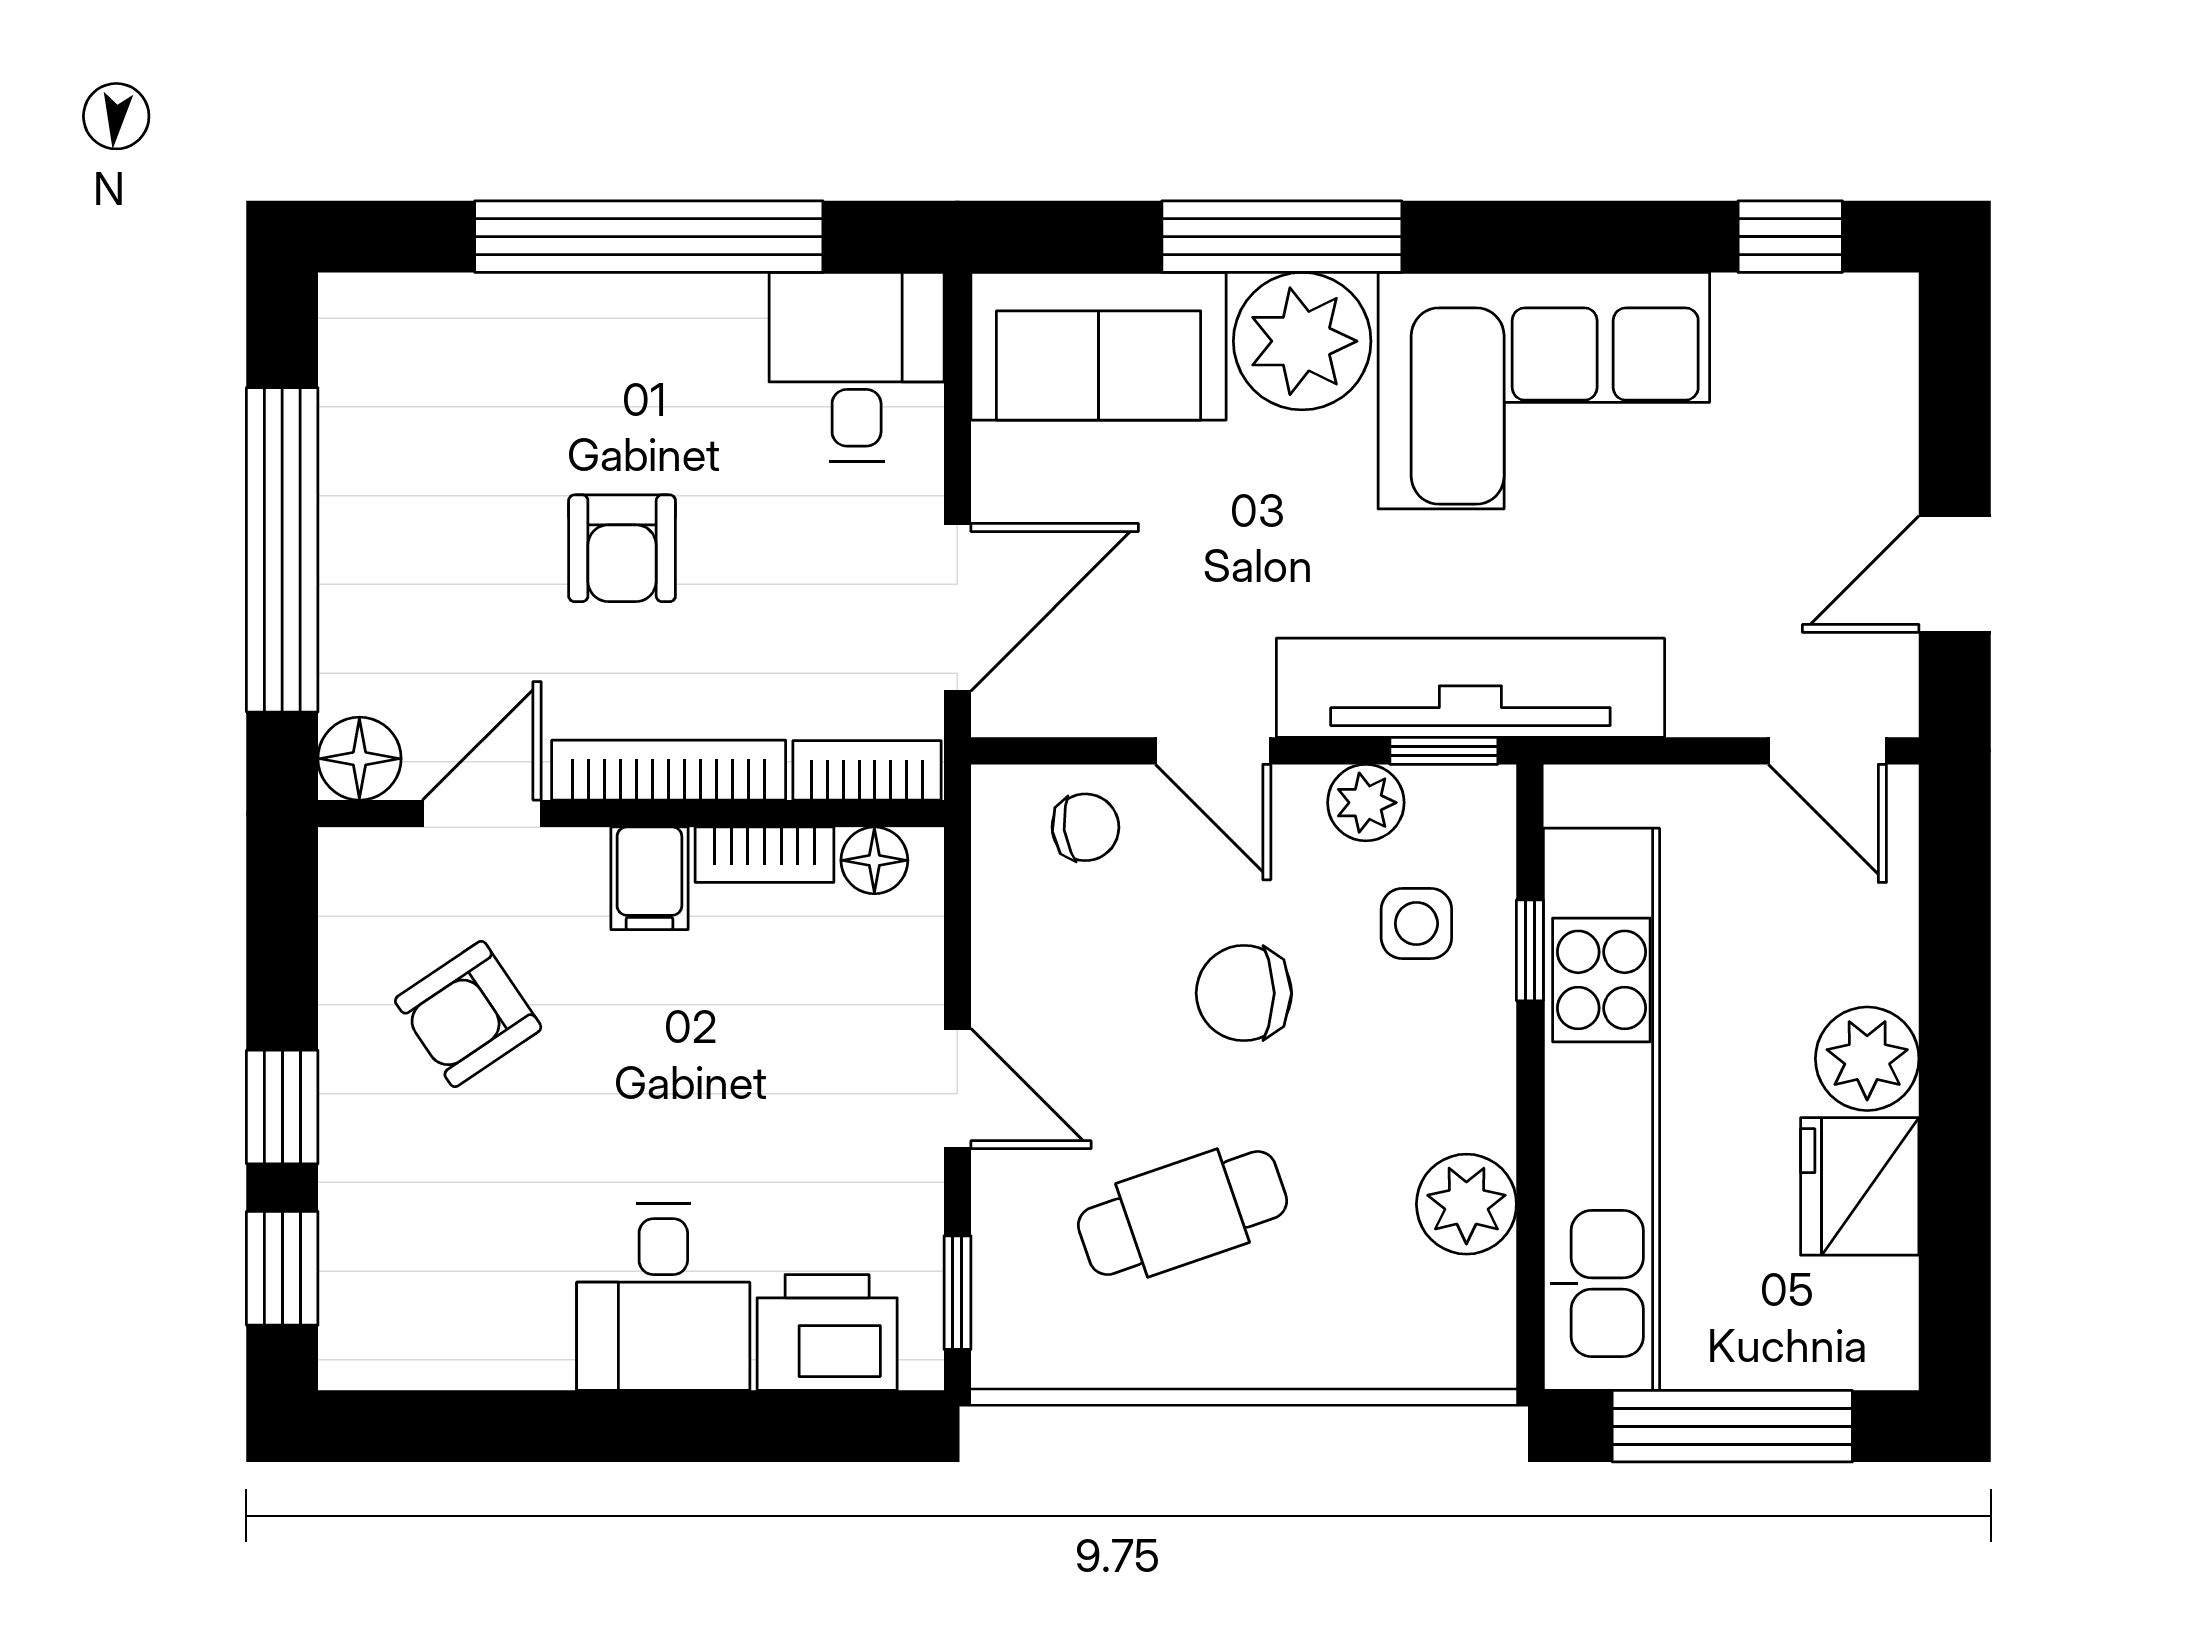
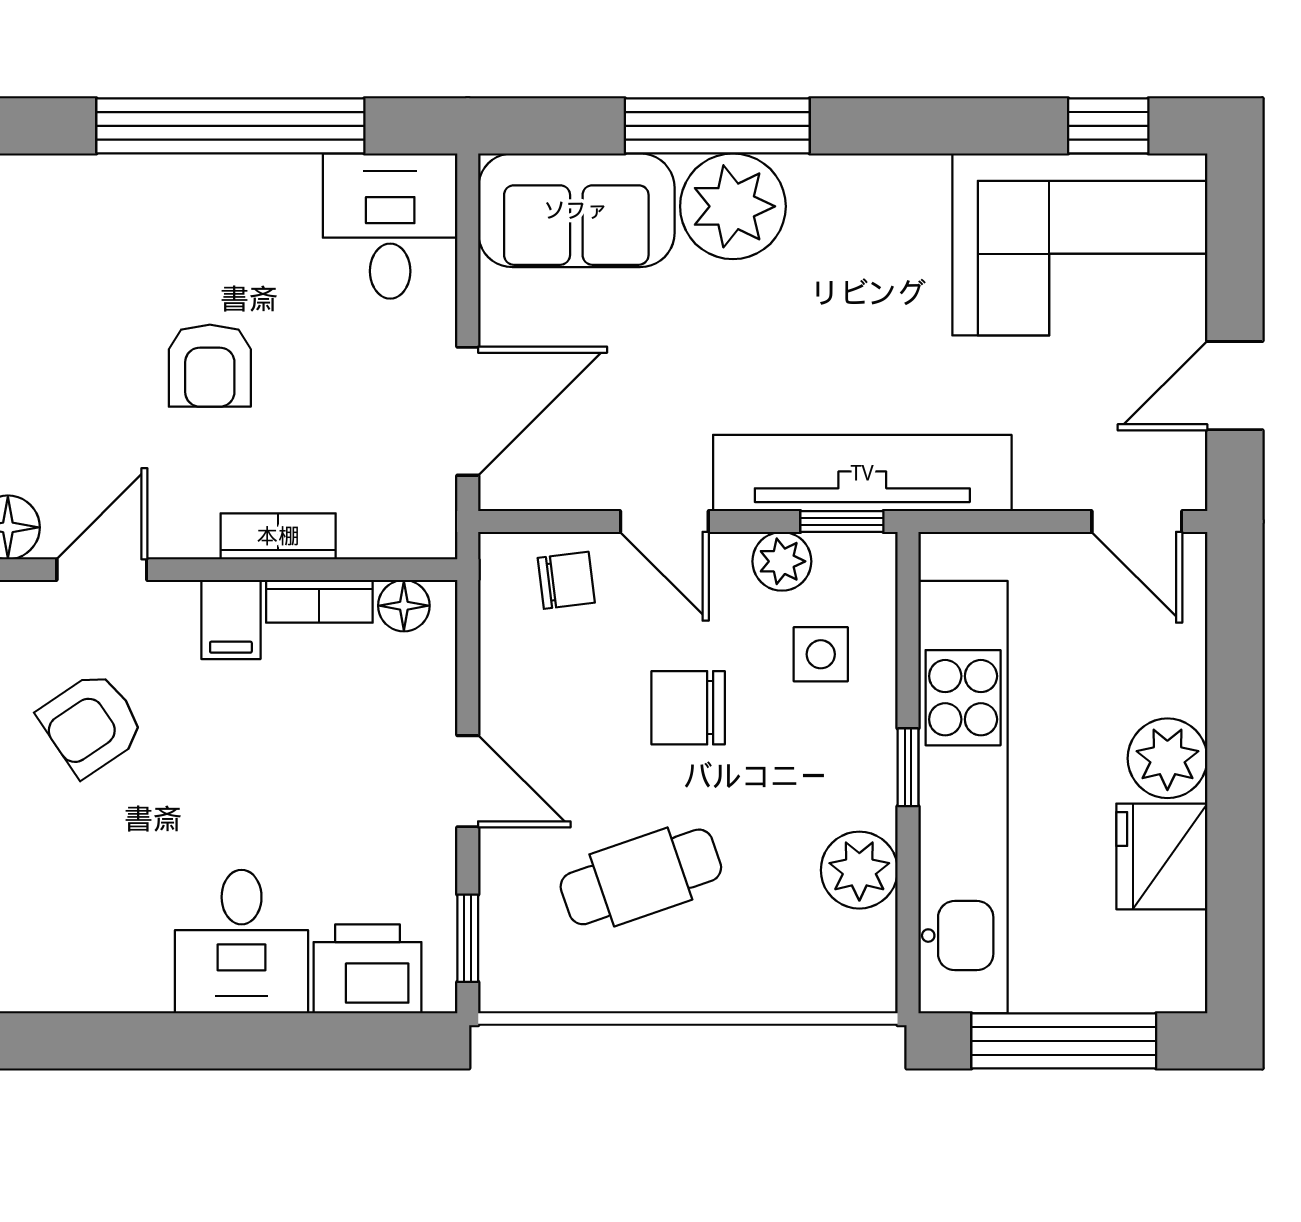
corner sofa: (1544, 391) -> (1080, 244), moved
bookcase: (669, 770) -> (278, 536), width x0.64
bookcase: (867, 770) -> (398, 537), removed
window: (1530, 950) -> (908, 767), moved

